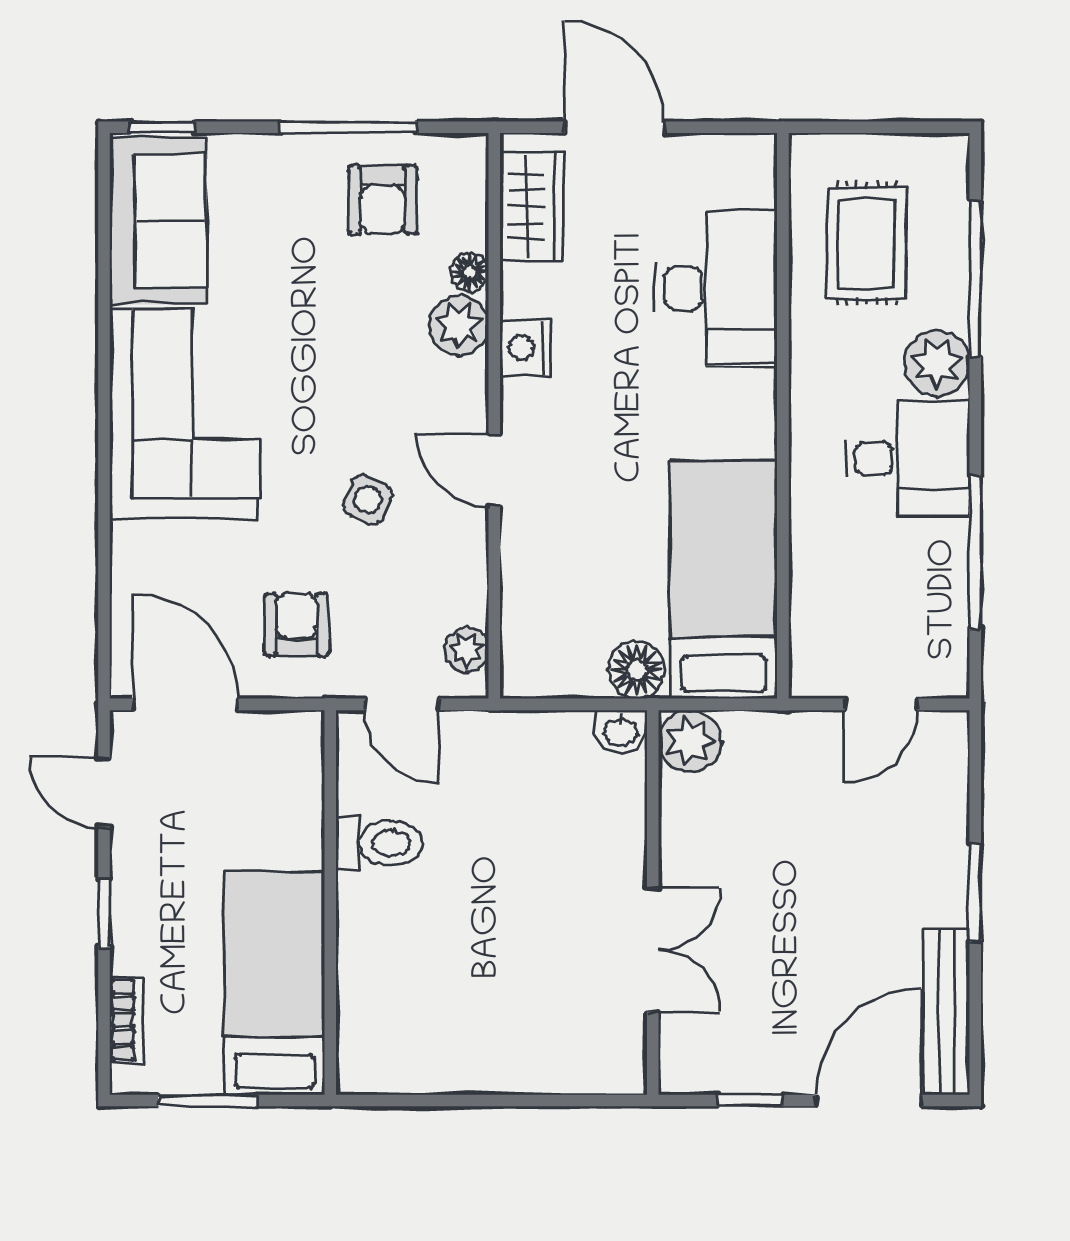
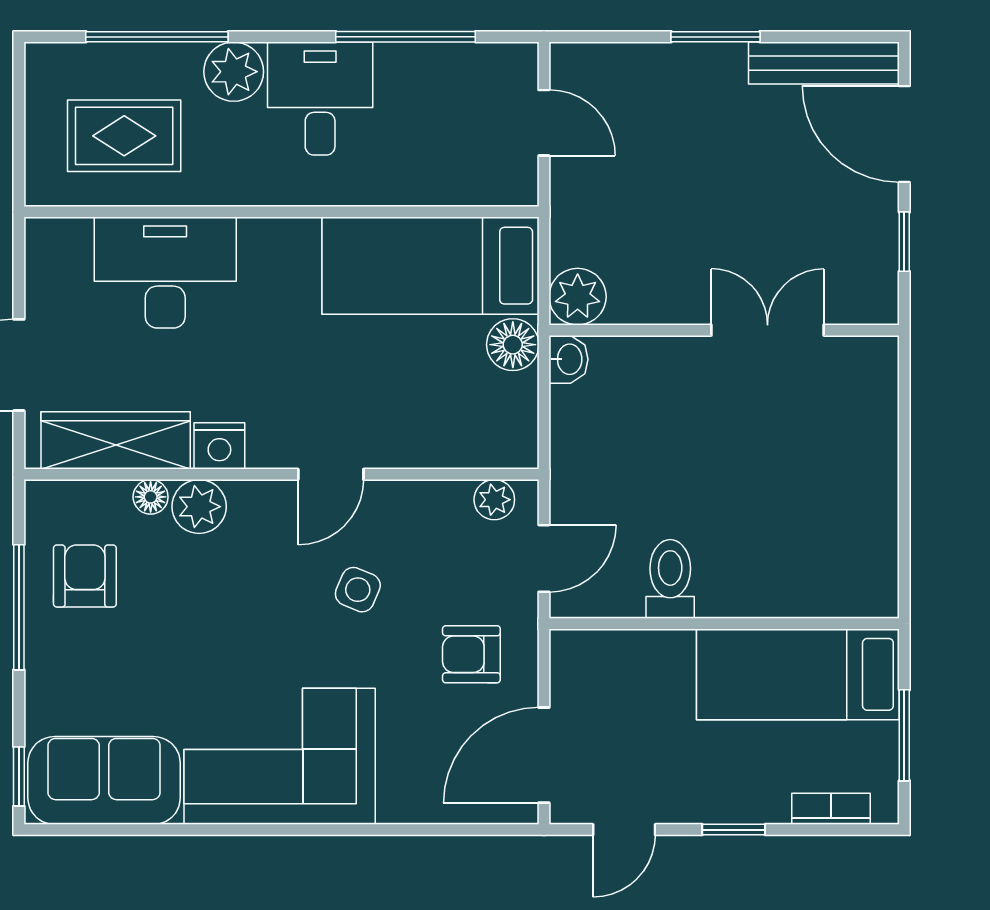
armchair: (383, 200) -> (85, 576), turned -90
wardrobe: (532, 206) -> (116, 440), width x1.50

